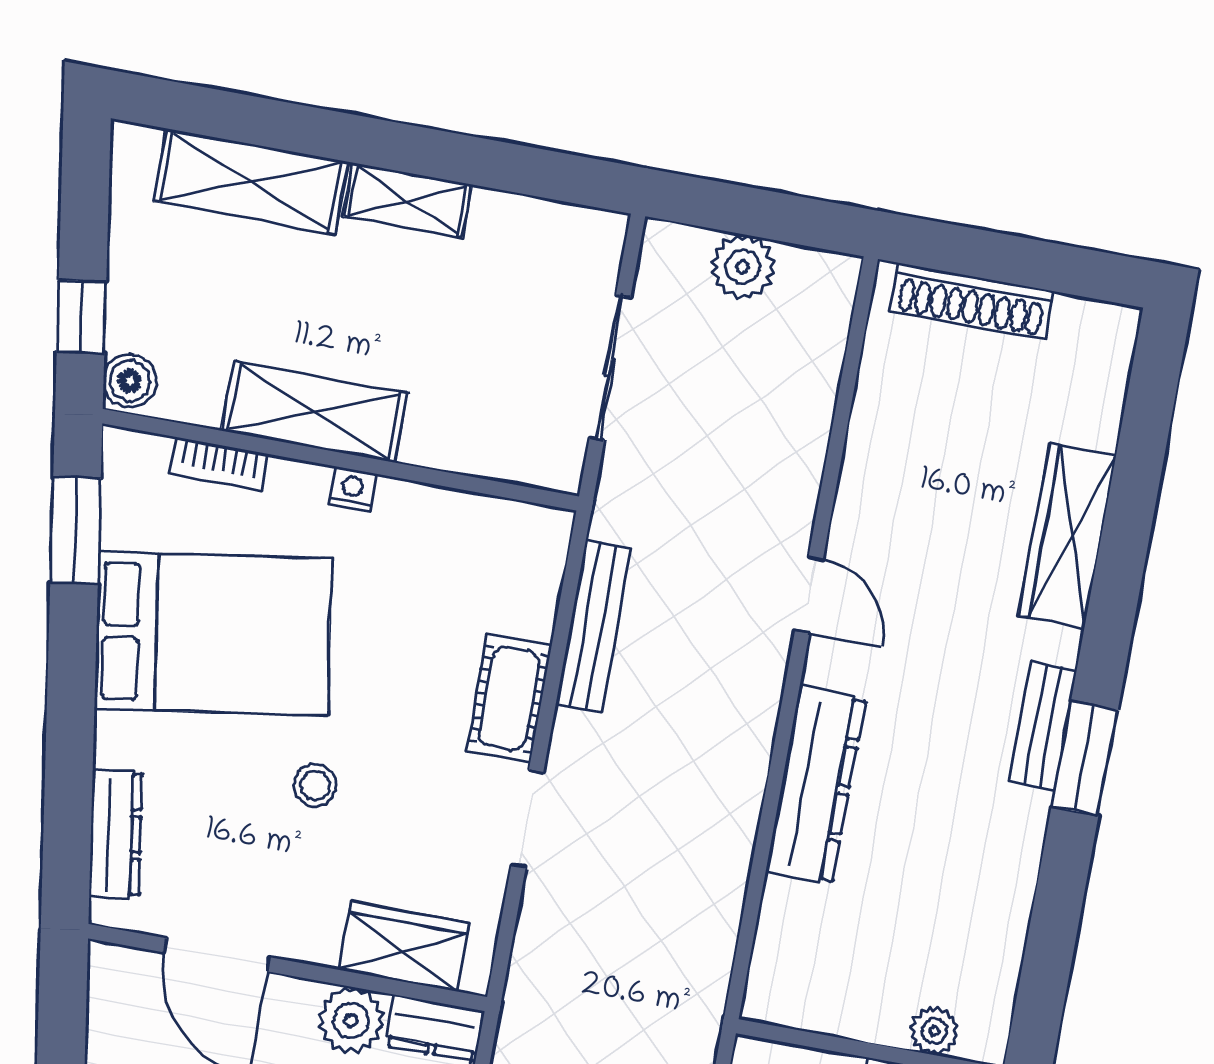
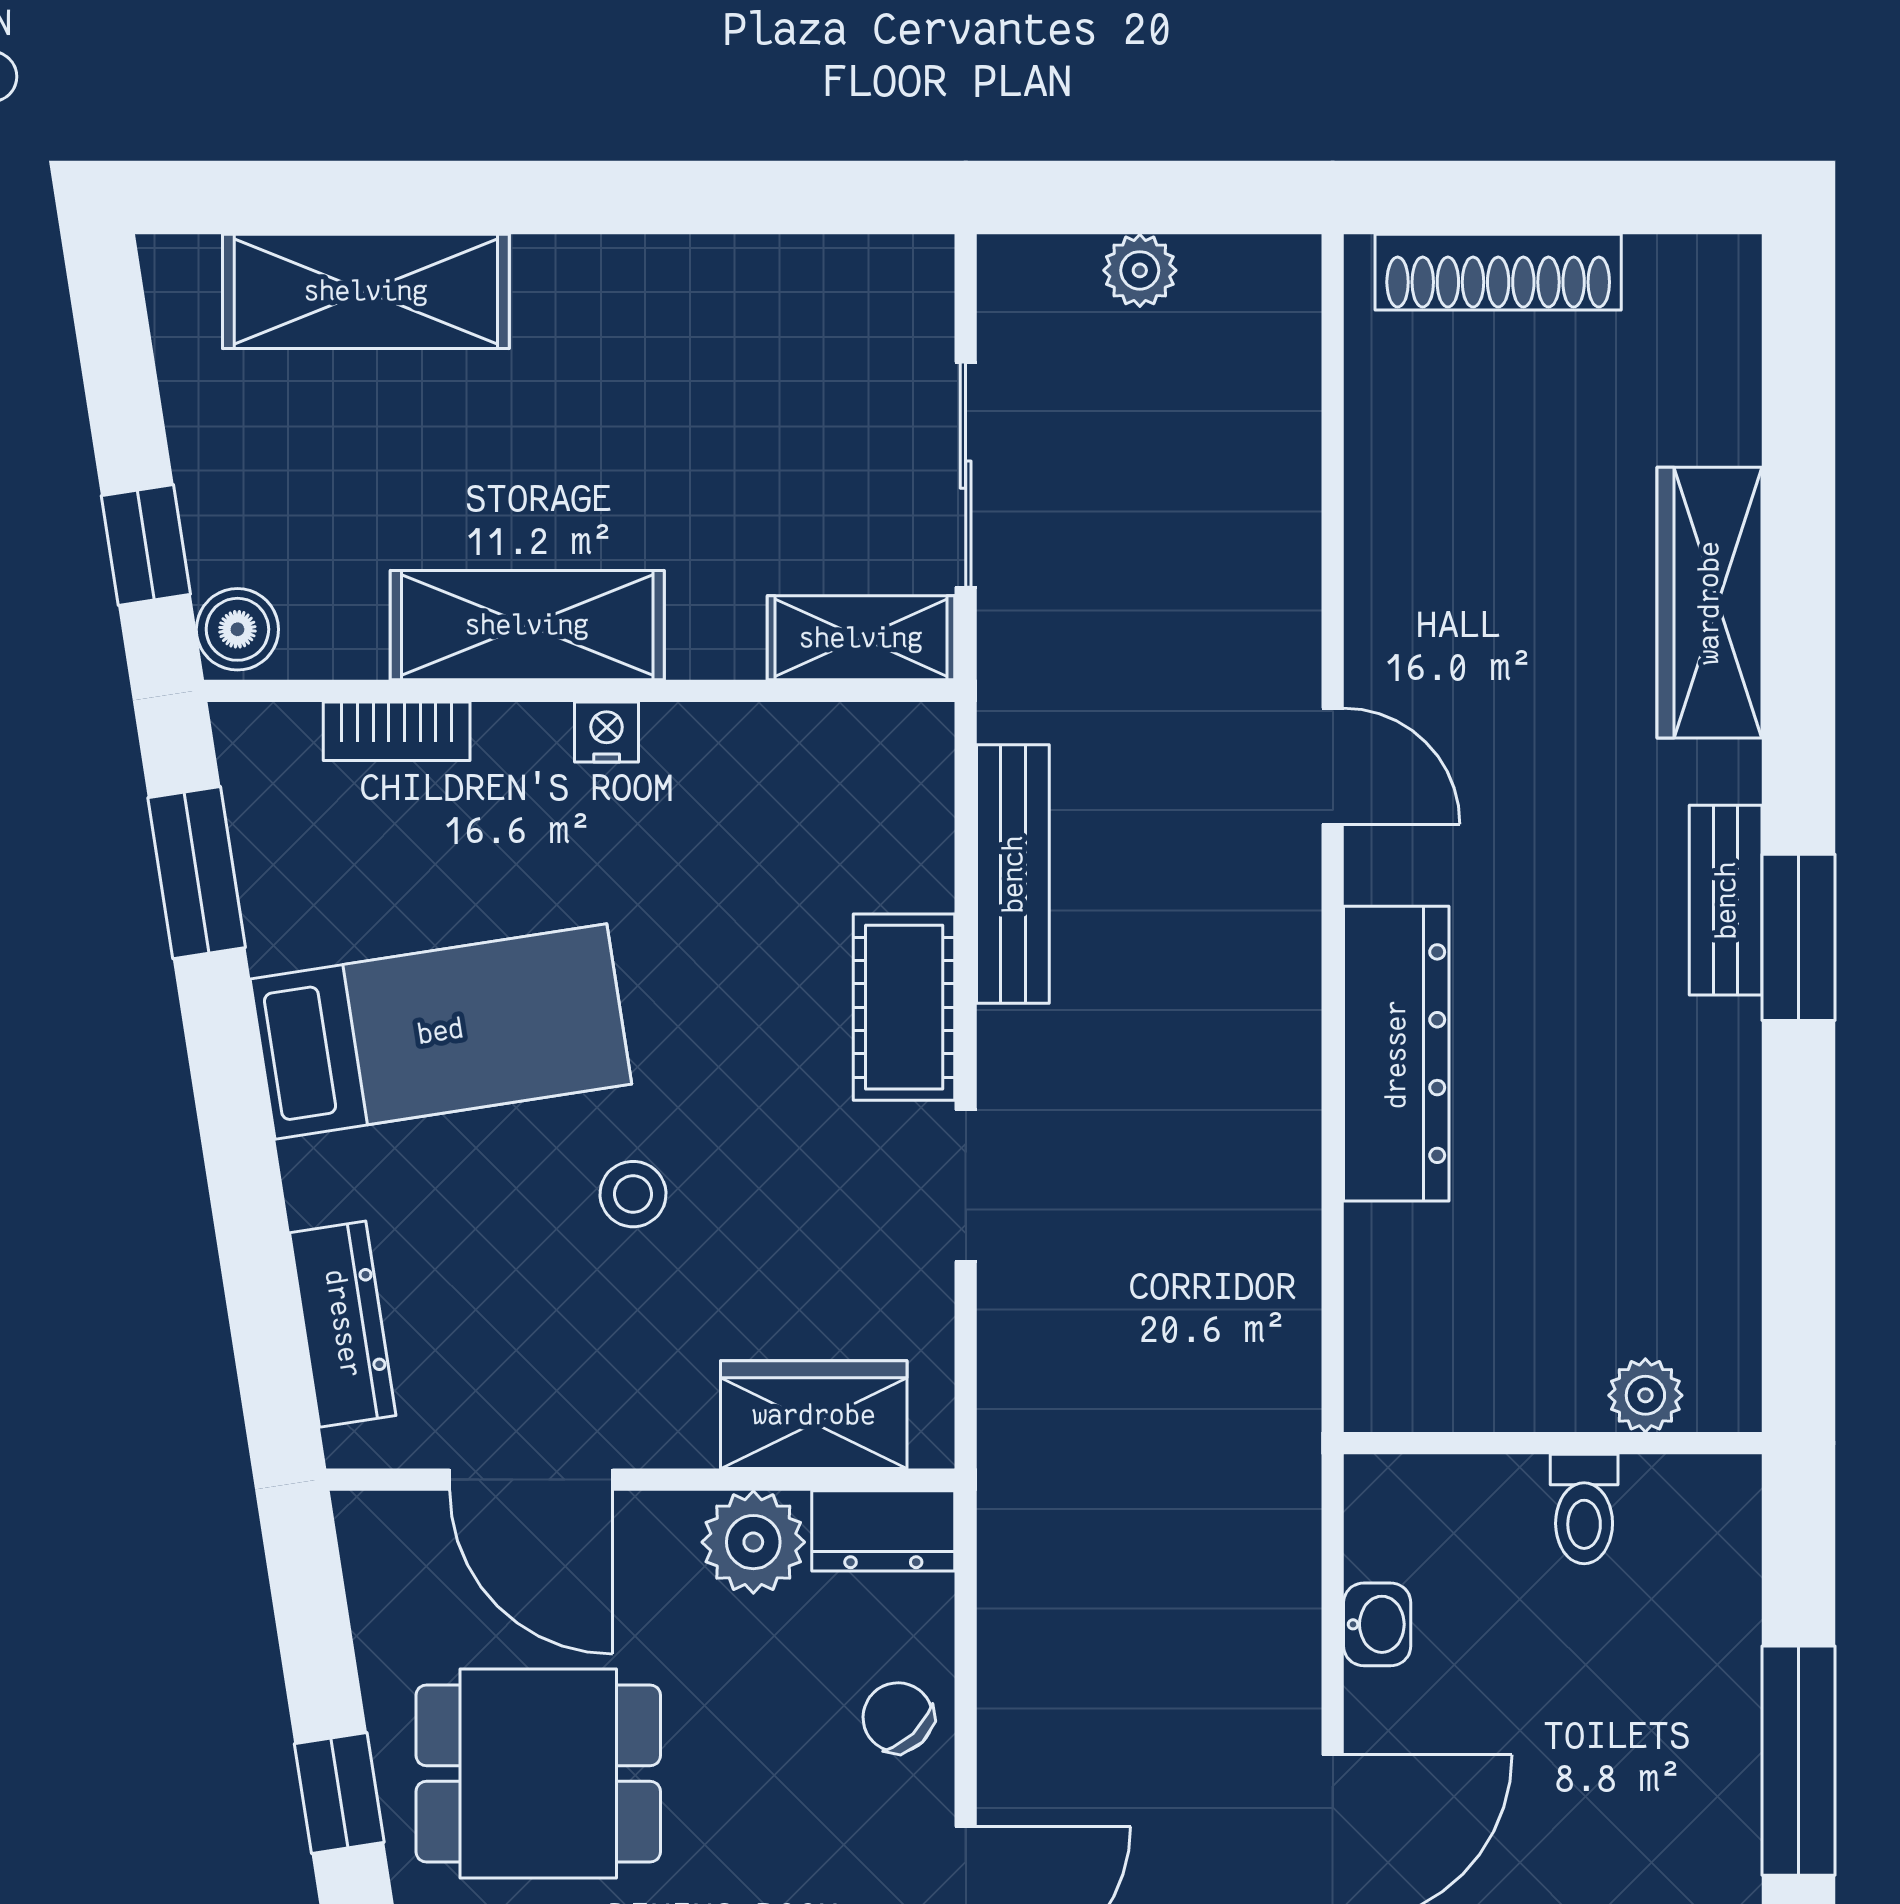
shelving: (407, 200) -> (861, 638), moved
plant: (743, 267) -> (1140, 270), width x0.73, depth x0.73
bed: (213, 634) -> (441, 1031), width x0.67

